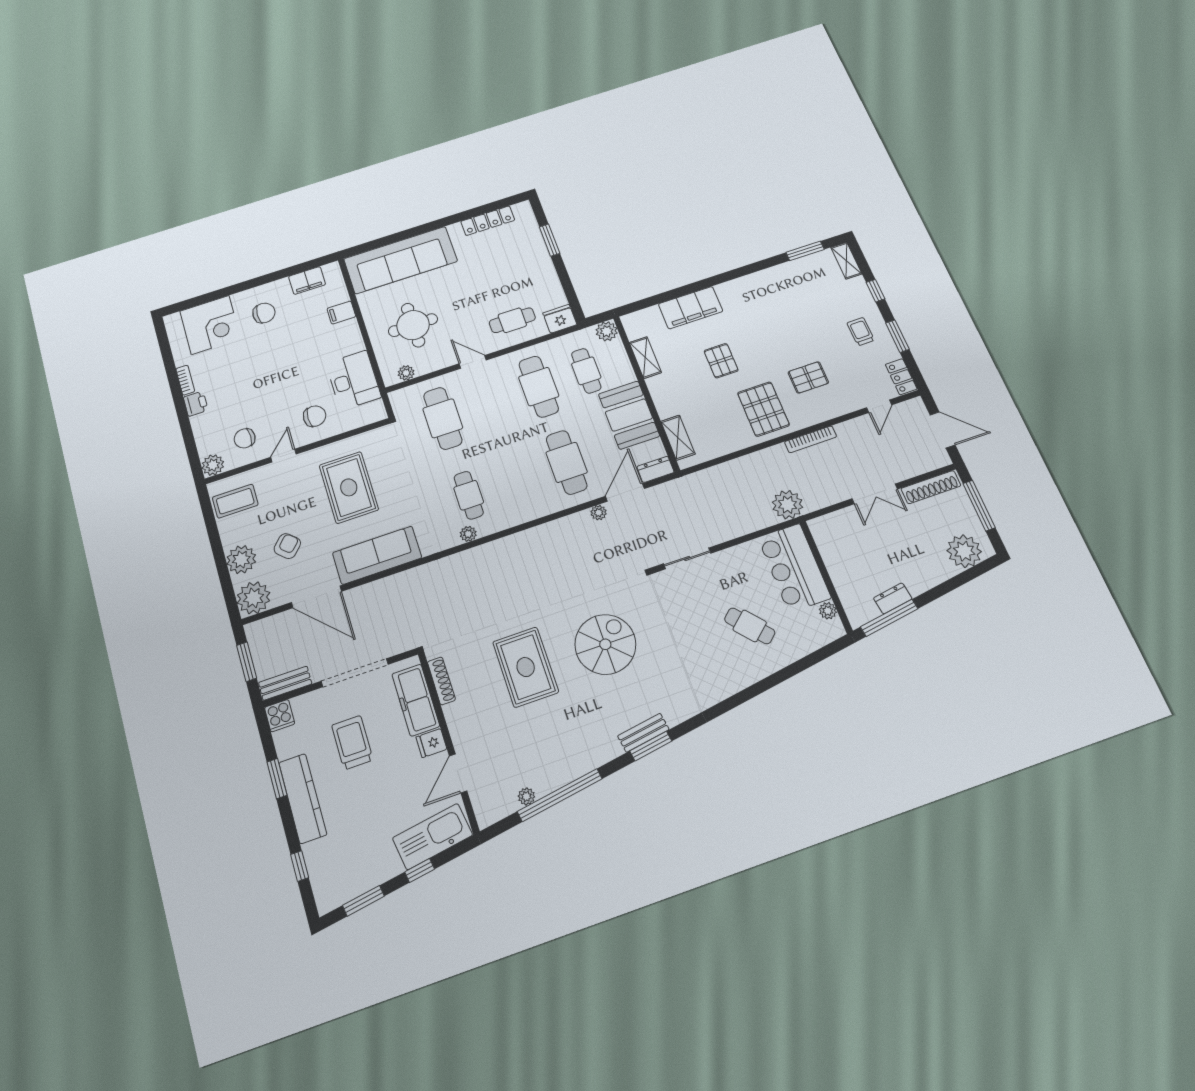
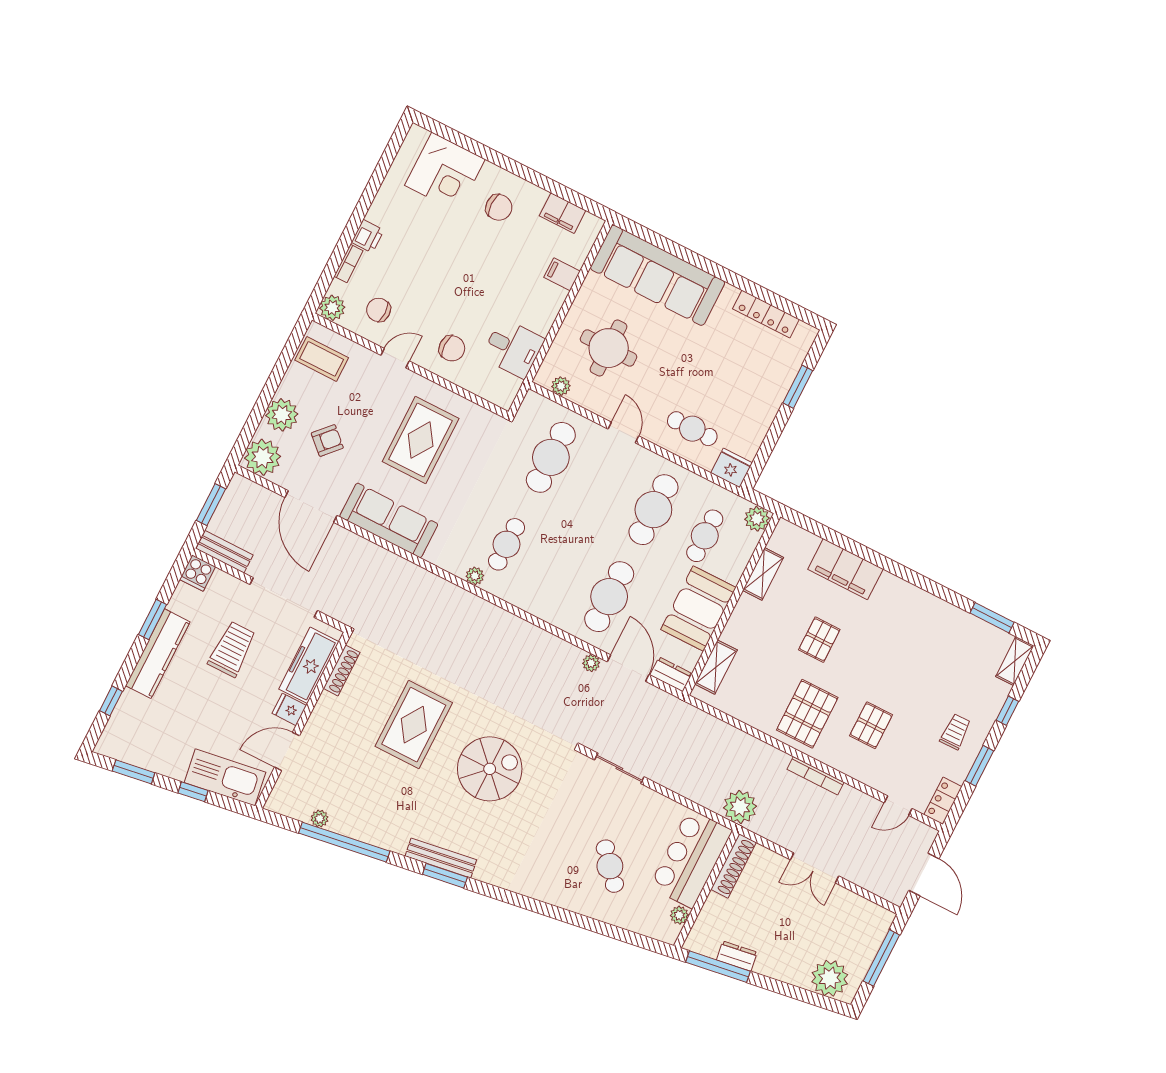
pallet: (808, 377) -> (871, 725), turned 90
bookcase: (185, 380) -> (349, 263), moved
desk: (353, 380) -> (513, 348), width x0.73
shoe rack: (931, 487) -> (734, 866), moved, turned -90
door: (625, 492) -> (628, 668), hinge flipped
bench: (643, 733) -> (441, 858), width x1.36

